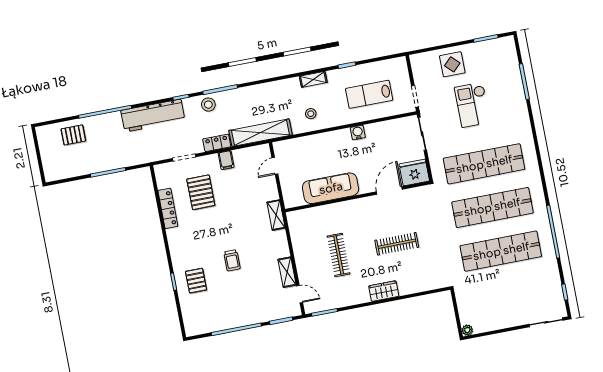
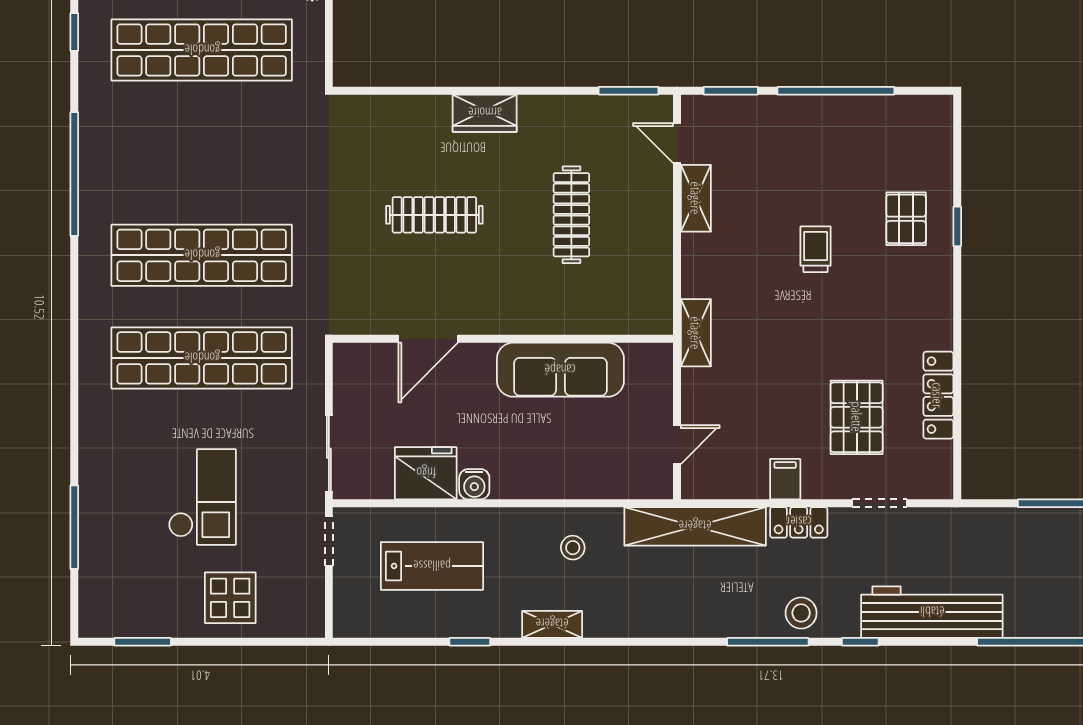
fridge: (414, 172) -> (426, 473), moved, turned 180
shop shelf: (501, 251) -> (202, 50), moved

